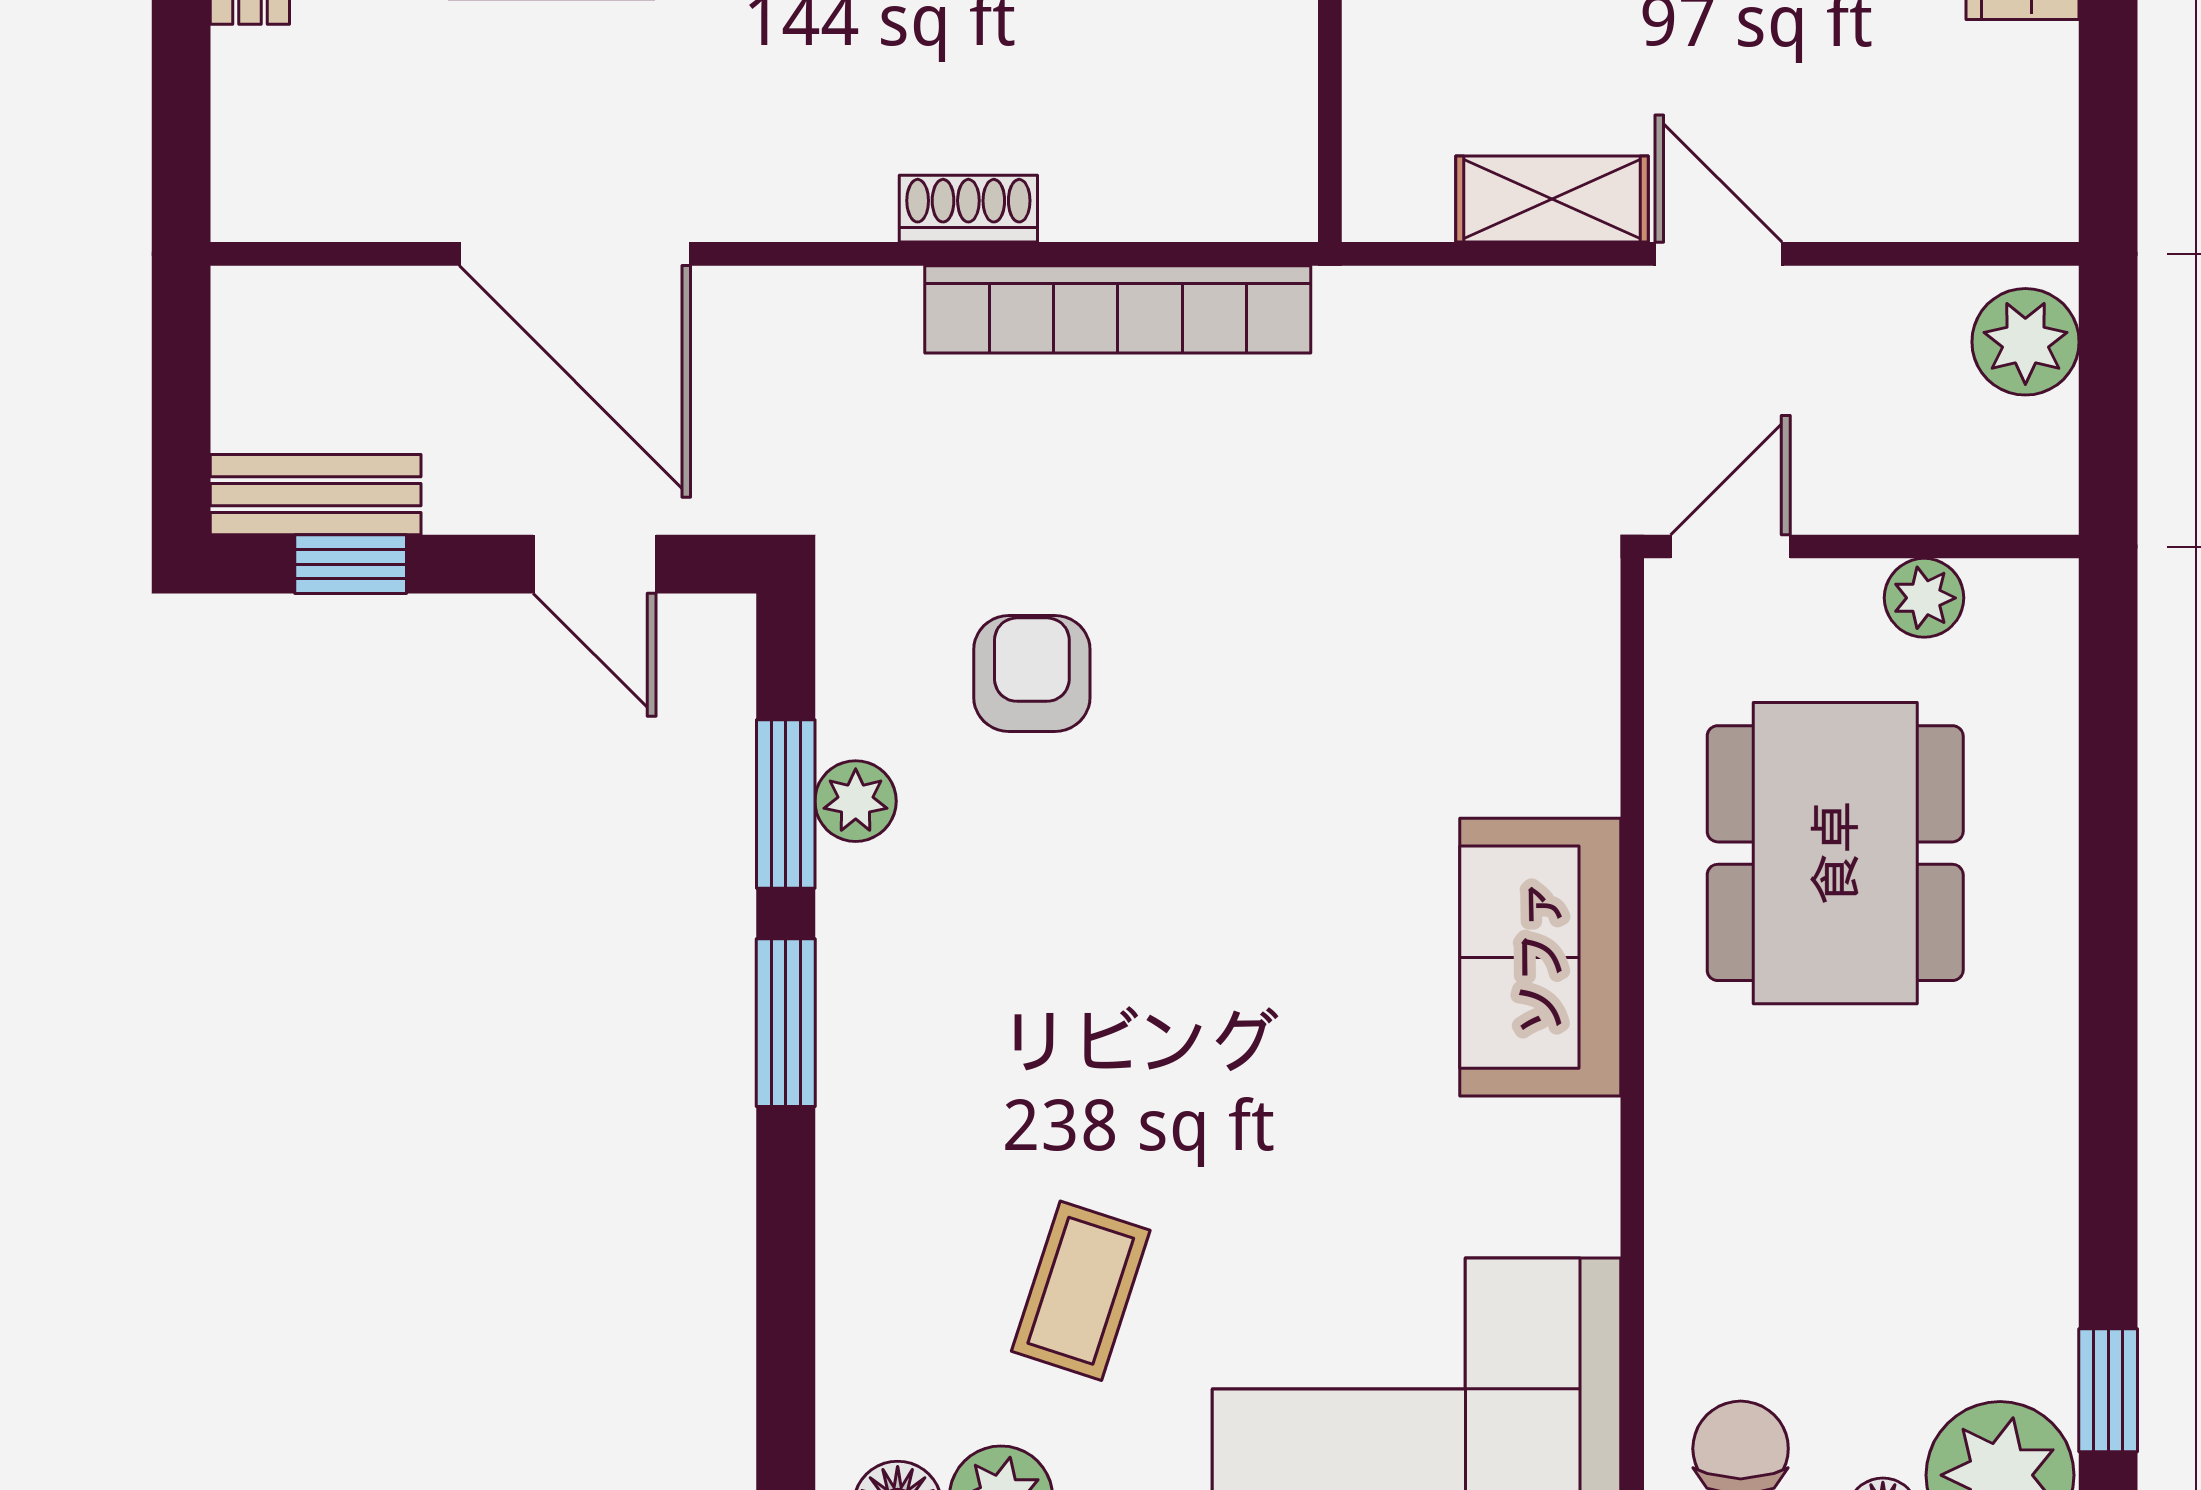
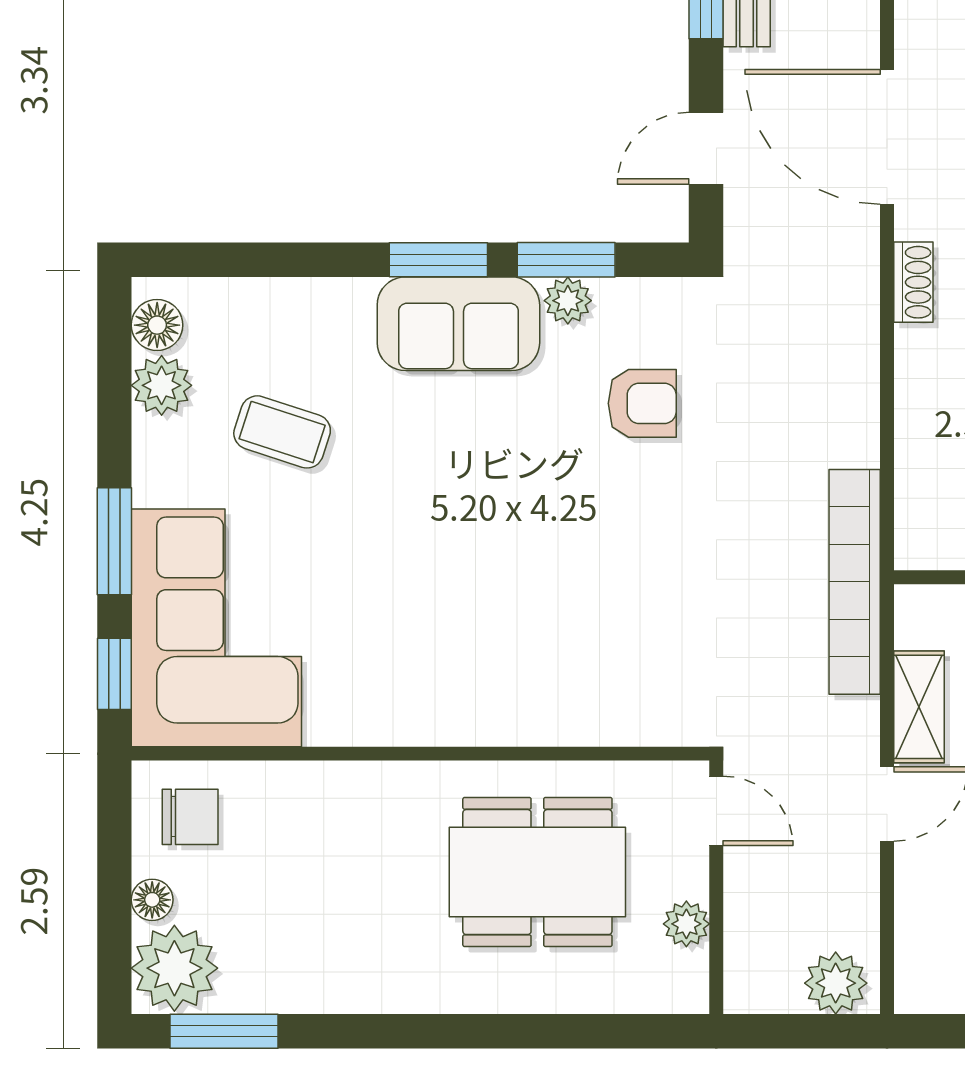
shoe rack: (968, 209) -> (913, 282), moved
door: (575, 254) -> (887, 137), hinge flipped
bookcase: (1118, 309) -> (855, 582), moved
sofa: (1540, 957) -> (458, 324), moved, turned 180
window: (2108, 1390) -> (224, 1031), width x1.50

